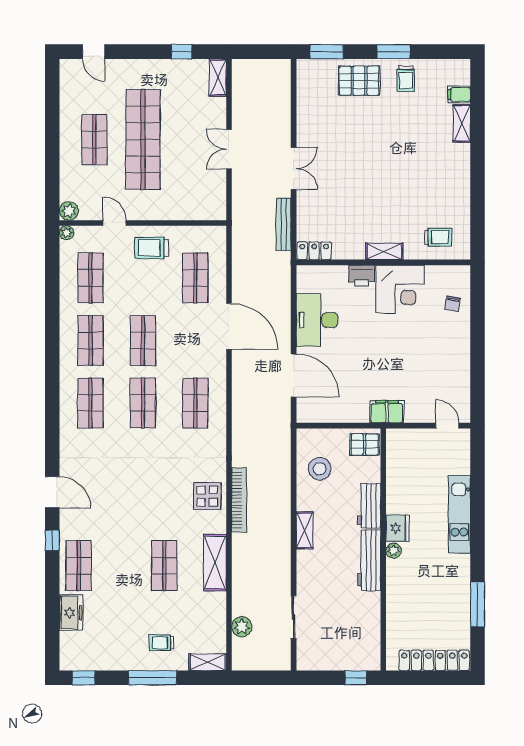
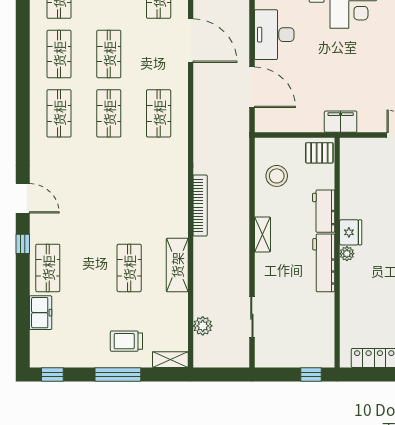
display table: (207, 496) -> (170, 202), removed
trolley: (161, 643) -> (126, 341), width x1.36, depth x1.39

